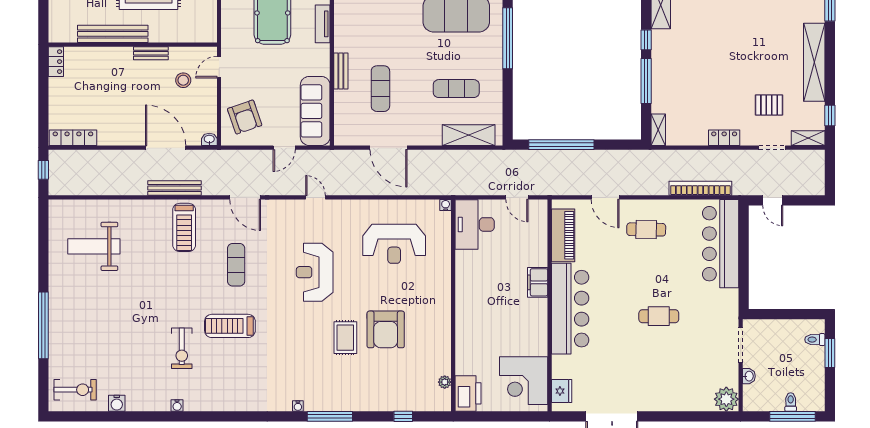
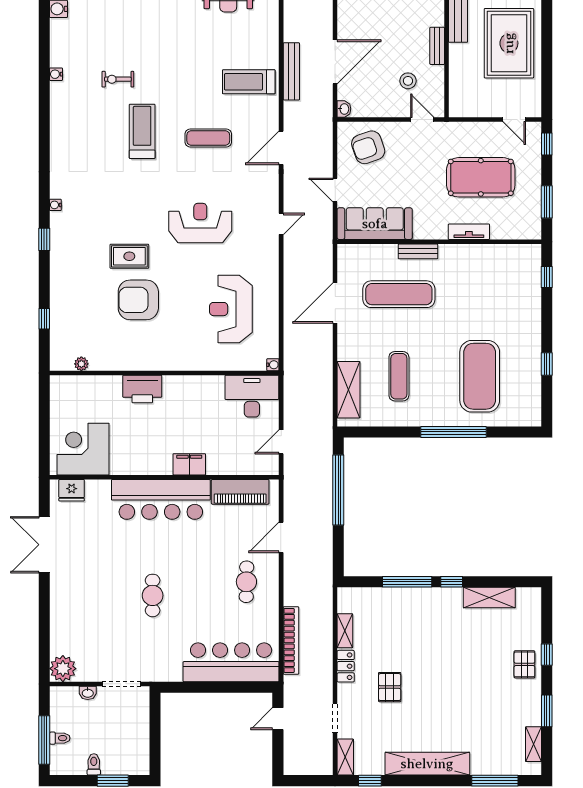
exercise mat: (380, 89) -> (399, 294), width x1.36, depth x1.45
pallet: (769, 105) -> (390, 687), moved
shelving: (658, 130) -> (345, 631), moved, turned 90
toilet: (815, 340) -> (94, 764), moved
exercise bike: (182, 348) -> (118, 79), width x0.73, depth x0.72
printer: (468, 393) -> (142, 389), moved
window: (330, 416) -> (44, 239), width x0.46

